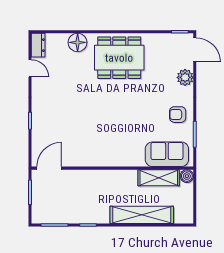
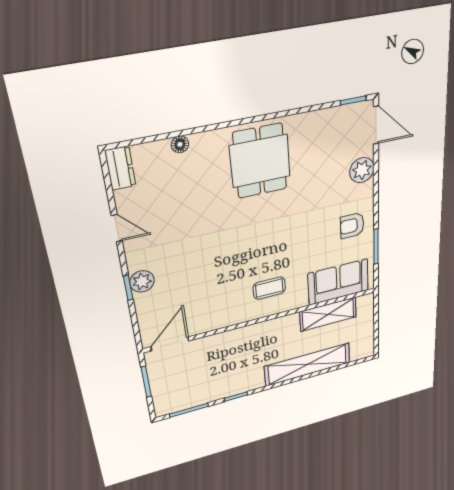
floor lamp: (78, 42) -> (180, 144), width x0.53, depth x0.53
dining table: (119, 58) -> (260, 161), width x0.73
door: (30, 68) -> (117, 228), moved
plant: (39, 119) -> (142, 281), added
coffee table: (118, 146) -> (269, 288), added
boiler: (187, 176) -> (366, 302), removed

